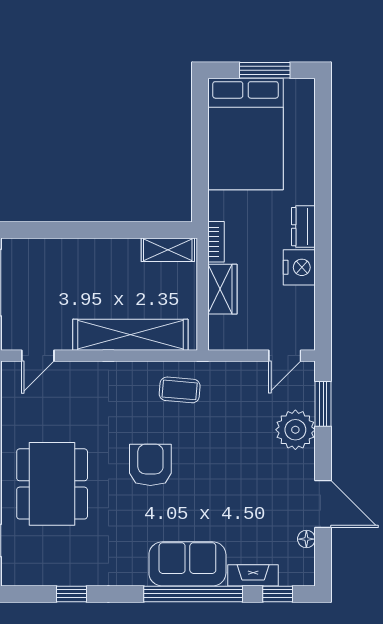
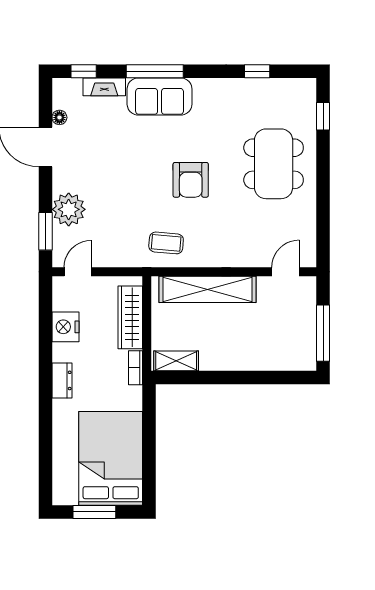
nightstand: (299, 267) -> (65, 327), moved
wardrobe: (222, 289) -> (130, 317), width x1.50
window: (193, 594) -> (155, 71), width x0.68

